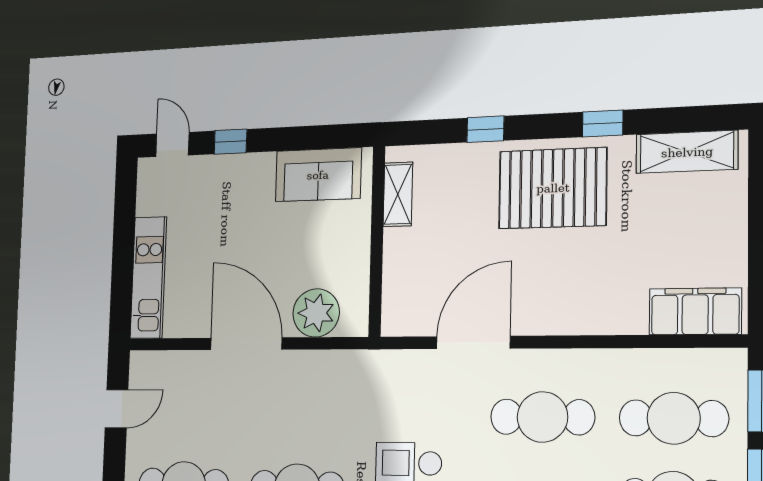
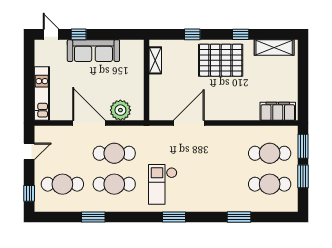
sofa: (318, 175) -> (93, 51), moved, width x1.36
cafe table: (542, 417) -> (114, 153), moved

